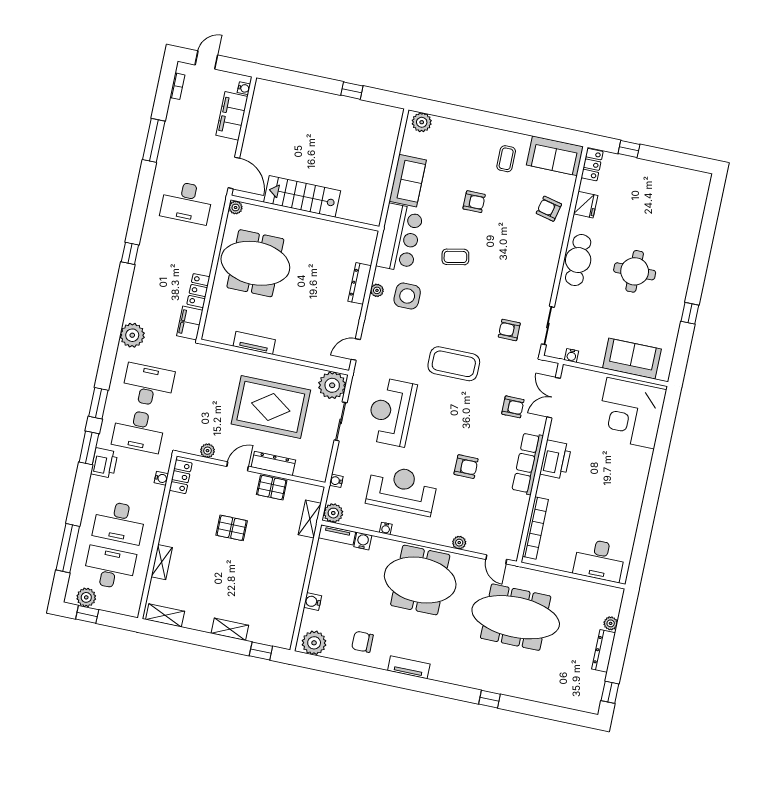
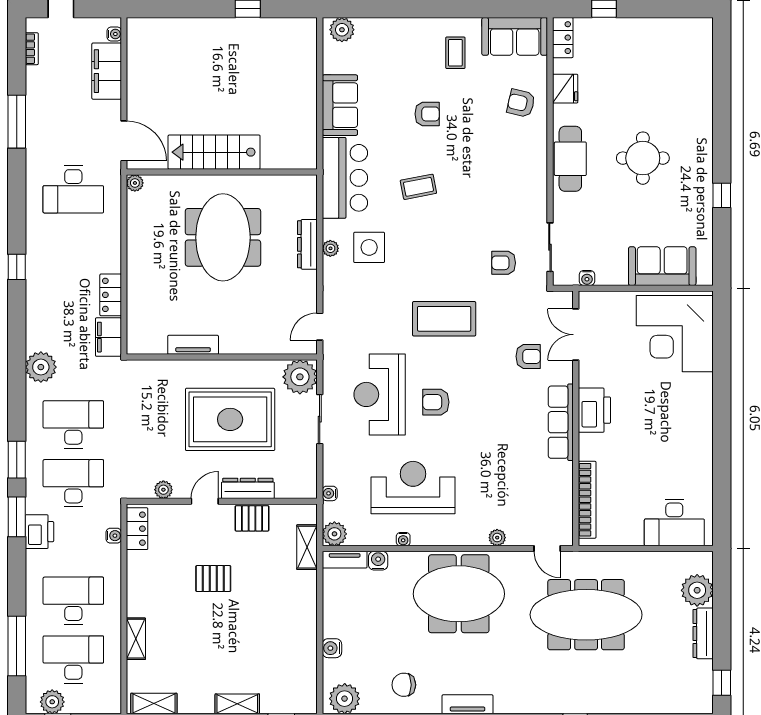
meeting table: (255, 263) -> (223, 237), moved, turned 90
desk: (138, 431) -> (73, 483), turned 180
armchair: (466, 467) -> (436, 402), moved, turned 180
desk: (119, 522) -> (73, 601), turned 180
plant: (611, 623) -> (697, 590), width x1.88, depth x1.88

